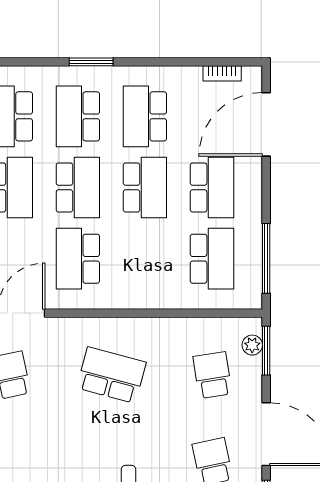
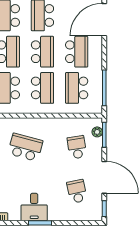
school desk: (145, 259) -> (42, 88), added
school desk: (212, 259) -> (77, 88), turned 180

